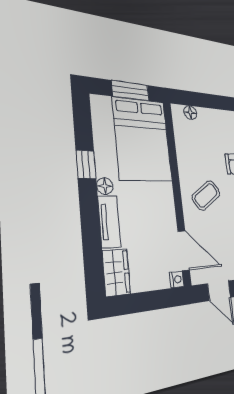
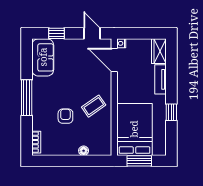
floor lamp: (190, 113) -> (84, 151), moved
floor lamp: (105, 186) -> (161, 100), removed
coffee table: (206, 195) -> (94, 106), moved

